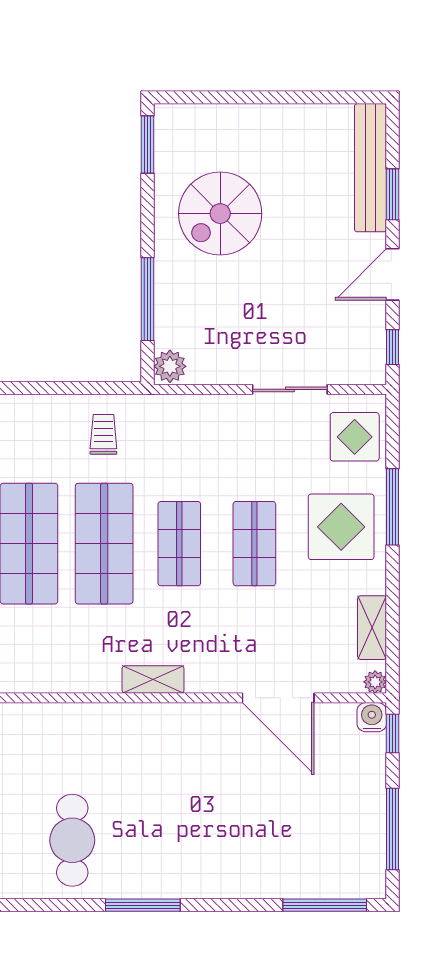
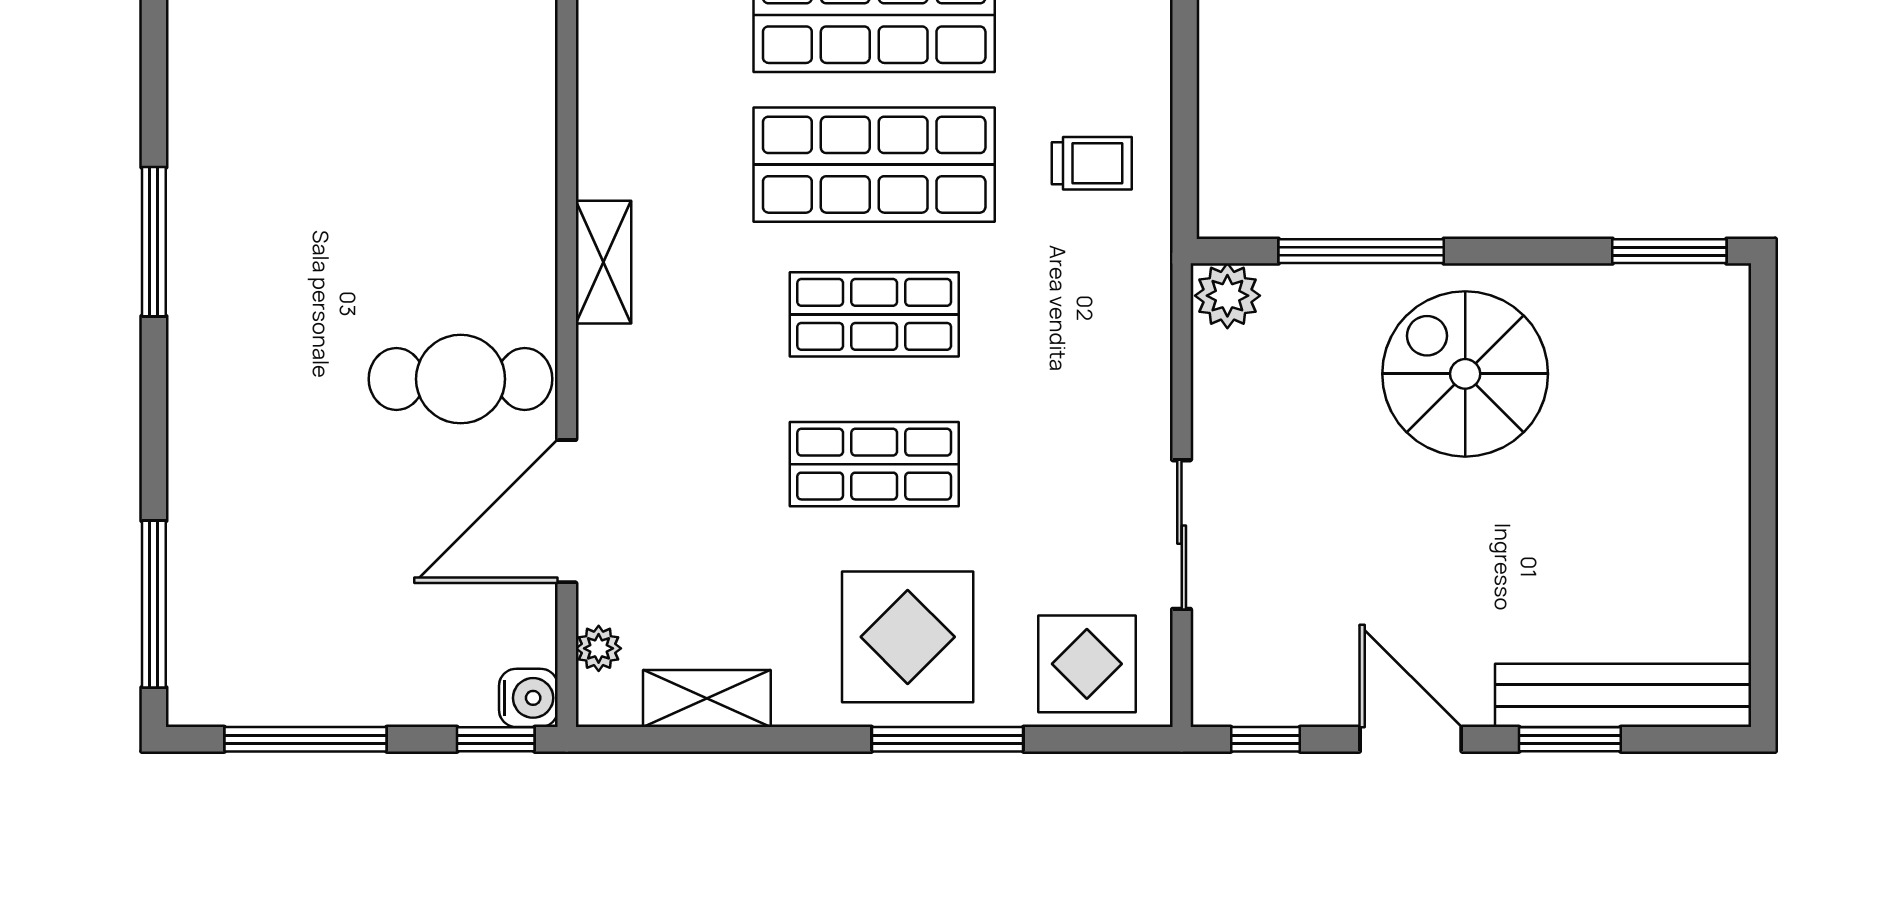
spiral stairs: (220, 214) -> (1465, 374), moved
plant: (375, 682) -> (599, 648), moved
cafe table: (72, 840) -> (461, 379), moved

